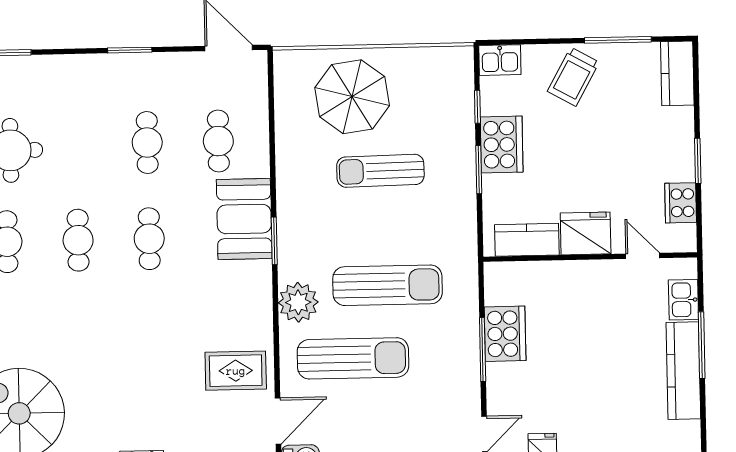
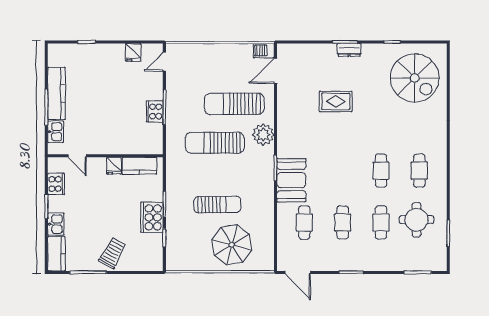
kitchen sink: (500, 60) -> (56, 224), moved, turned 90
fridge: (586, 233) -> (114, 166), width x0.53, depth x0.75
cafe table: (149, 239) -> (381, 222), moved
cooker: (505, 334) -> (155, 111), width x0.73, depth x0.76
rug: (236, 371) -> (336, 101), moved

